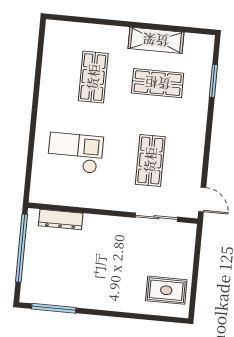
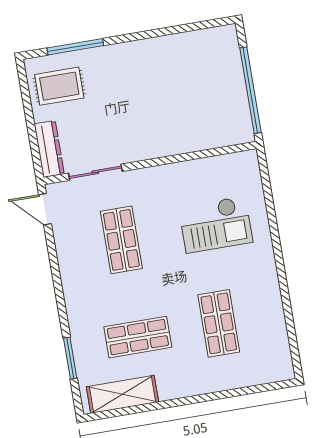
shelving: (156, 40) -> (122, 394), moved
dresser: (61, 219) -> (49, 149), moved, turned 90
window: (54, 308) -> (75, 47), moved

